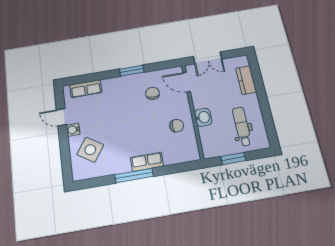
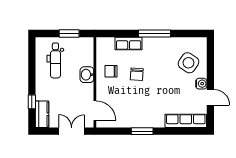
window: (258, 79) -> (32, 102), added
kitchen counter: (246, 80) -> (42, 114), moved
row of seats: (86, 89) -> (186, 121), width x1.48
chair: (152, 93) -> (137, 74), moved
row of seats: (147, 162) -> (129, 43), moved

